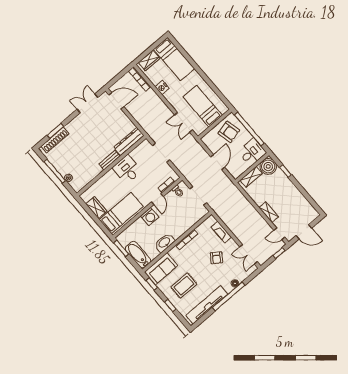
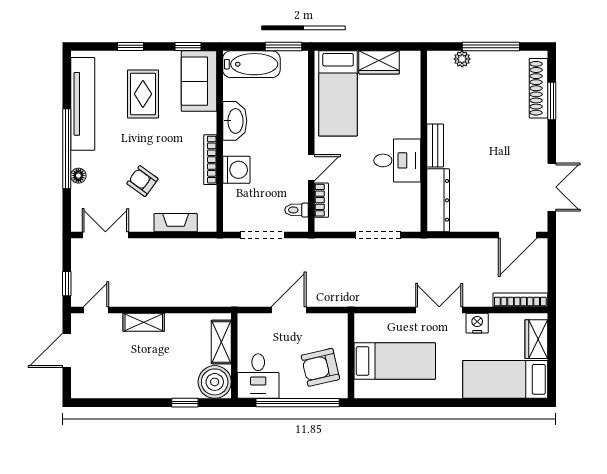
double door: (184, 122) -> (439, 310), moved
door: (218, 162) -> (289, 310), swing flipped
door: (157, 199) -> (311, 168), swing flipped
washing machine: (150, 217) -> (236, 170), moved, turned 180

